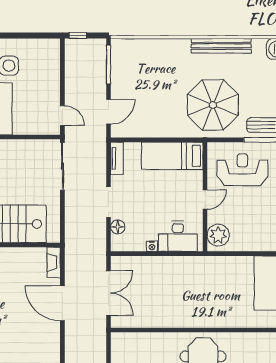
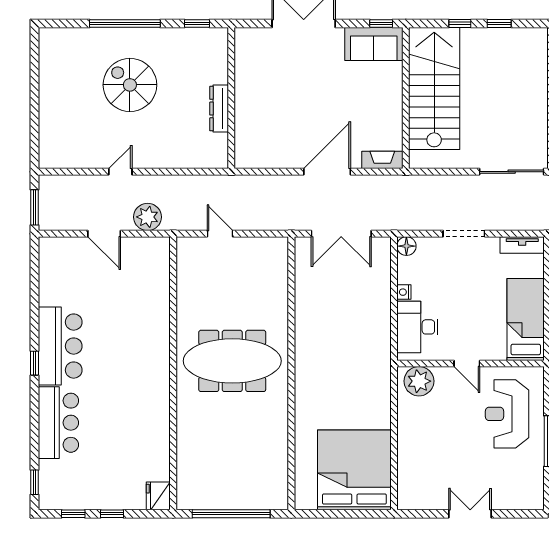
reception desk: (242, 170) -> (507, 414), turned 180
floor lamp: (118, 227) -> (406, 246), moved

